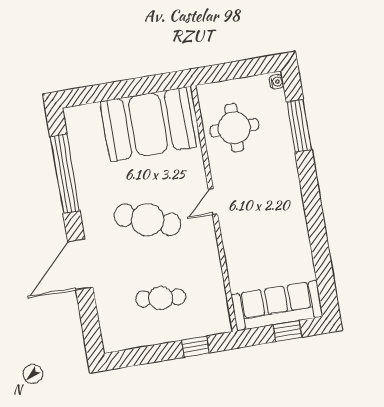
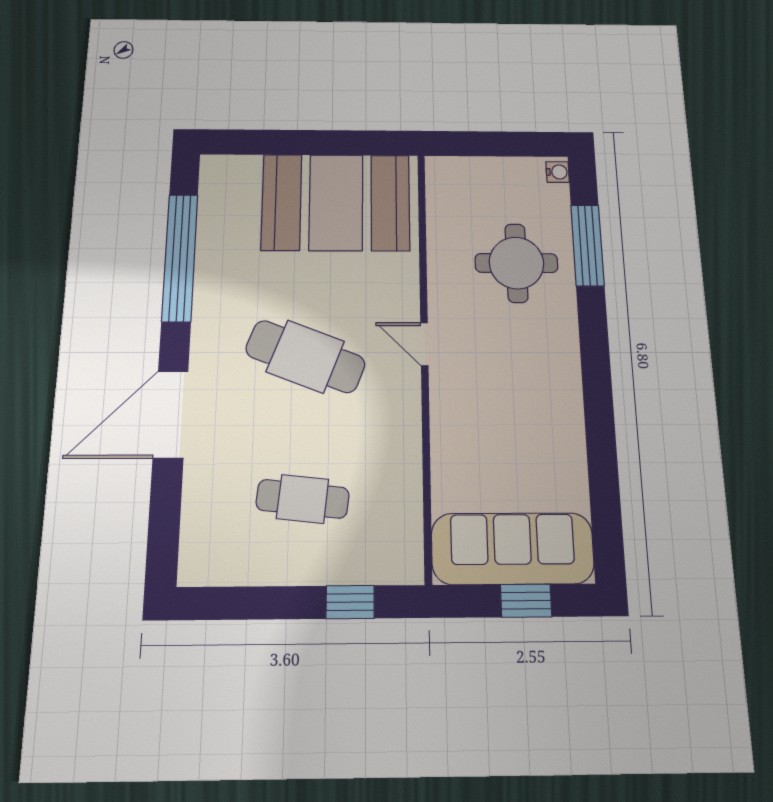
round table: (234, 128) -> (516, 263), moved
door: (213, 201) -> (424, 344), hinge flipped

